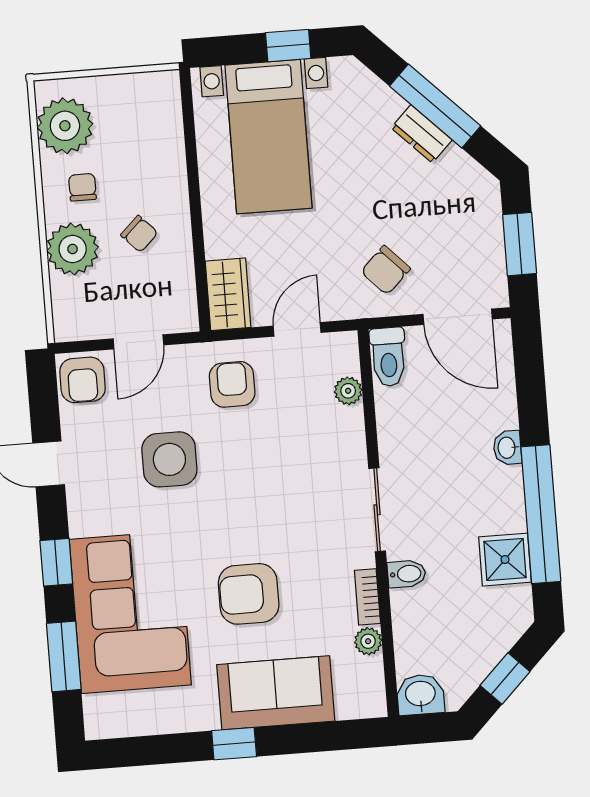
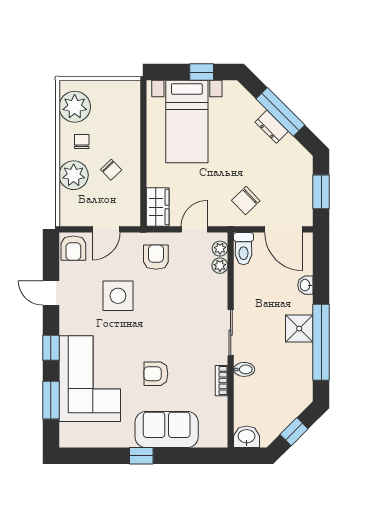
washbasin: (507, 448) -> (305, 285), moved
shower: (505, 560) -> (299, 329), moved
armchair: (249, 594) -> (156, 374), width x0.72, depth x0.72
plant: (368, 641) -> (220, 249), moved

